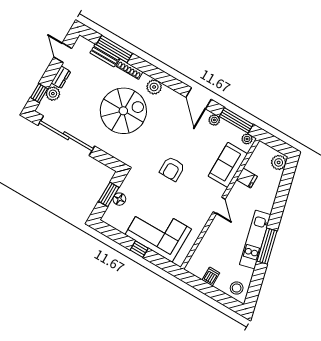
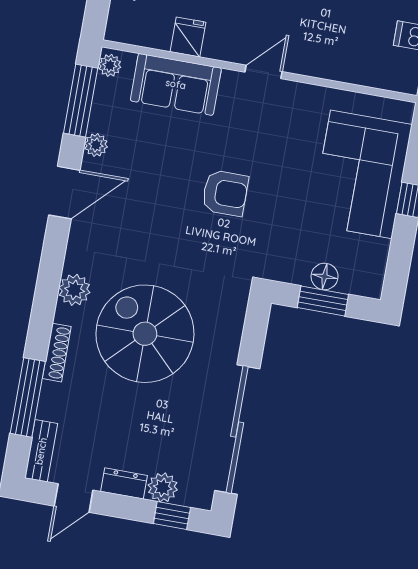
bench: (105, 55) -> (41, 451), moved

